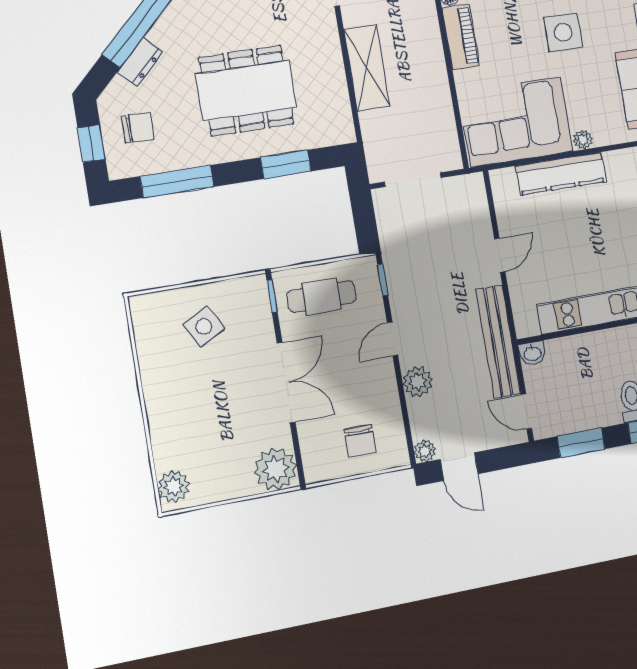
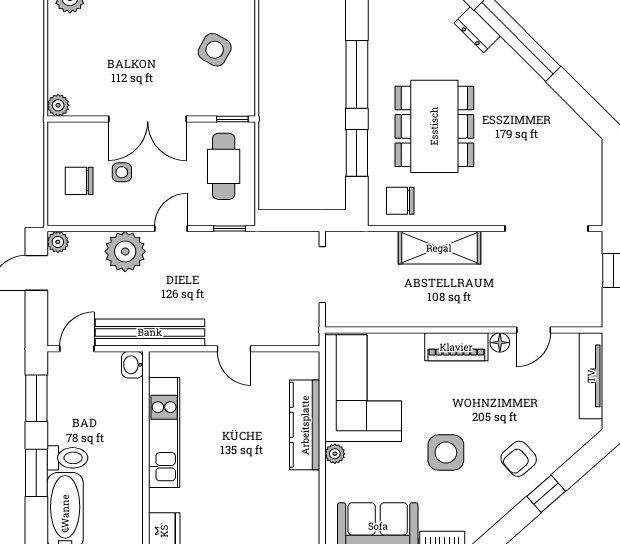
chair: (138, 127) -> (400, 201), moved, turned 90
window: (177, 181) -> (357, 74), moved
side table: (204, 326) -> (215, 50), turned -33
door: (393, 339) -> (171, 229), hinge flipped
plant: (418, 382) -> (125, 251), width x1.36, depth x1.36
side table: (344, 399) -> (122, 172), added
plant: (276, 469) -> (58, 105), width x0.53, depth x0.53

